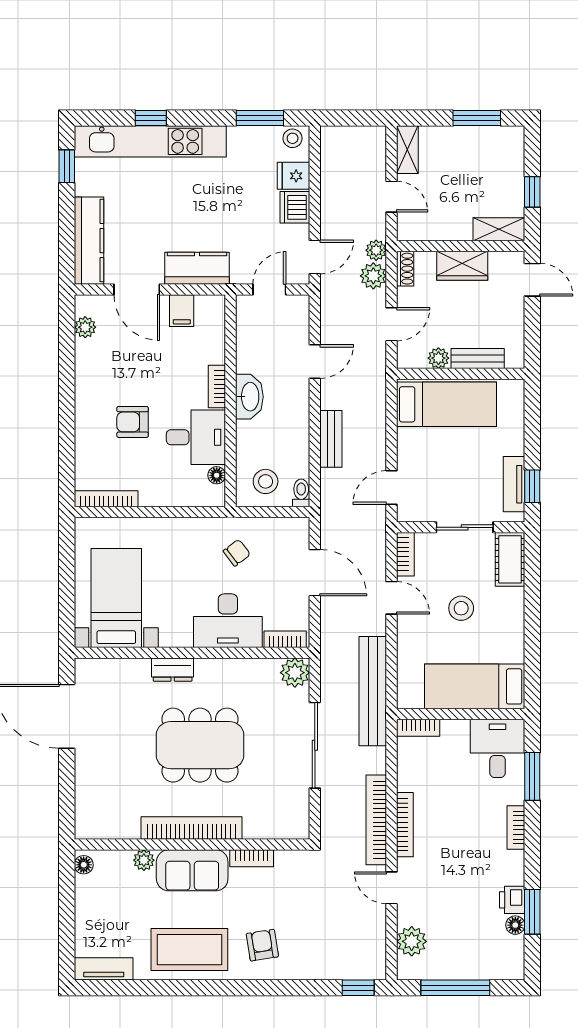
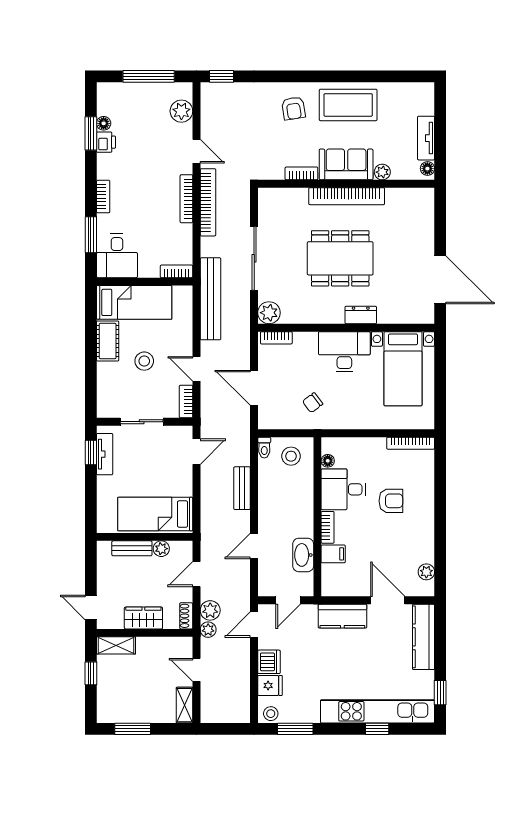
filing cabinet: (182, 311) -> (333, 554), moved, turned 90
washbasin: (249, 397) -> (303, 555), moved
cot: (510, 559) -> (108, 341), moved
desk: (228, 621) -> (344, 352), moved
tv unit: (104, 969) -> (426, 138), moved, turned 90

